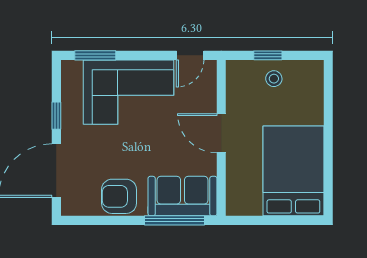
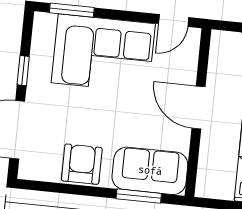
armchair: (119, 196) -> (82, 164), turned 90
window: (174, 220) -> (139, 196), width x0.69

